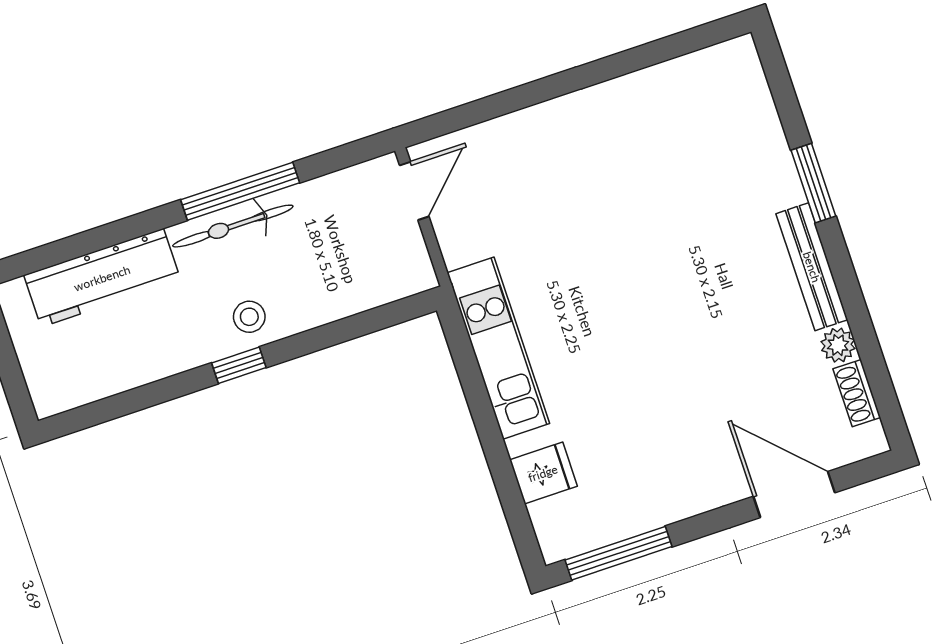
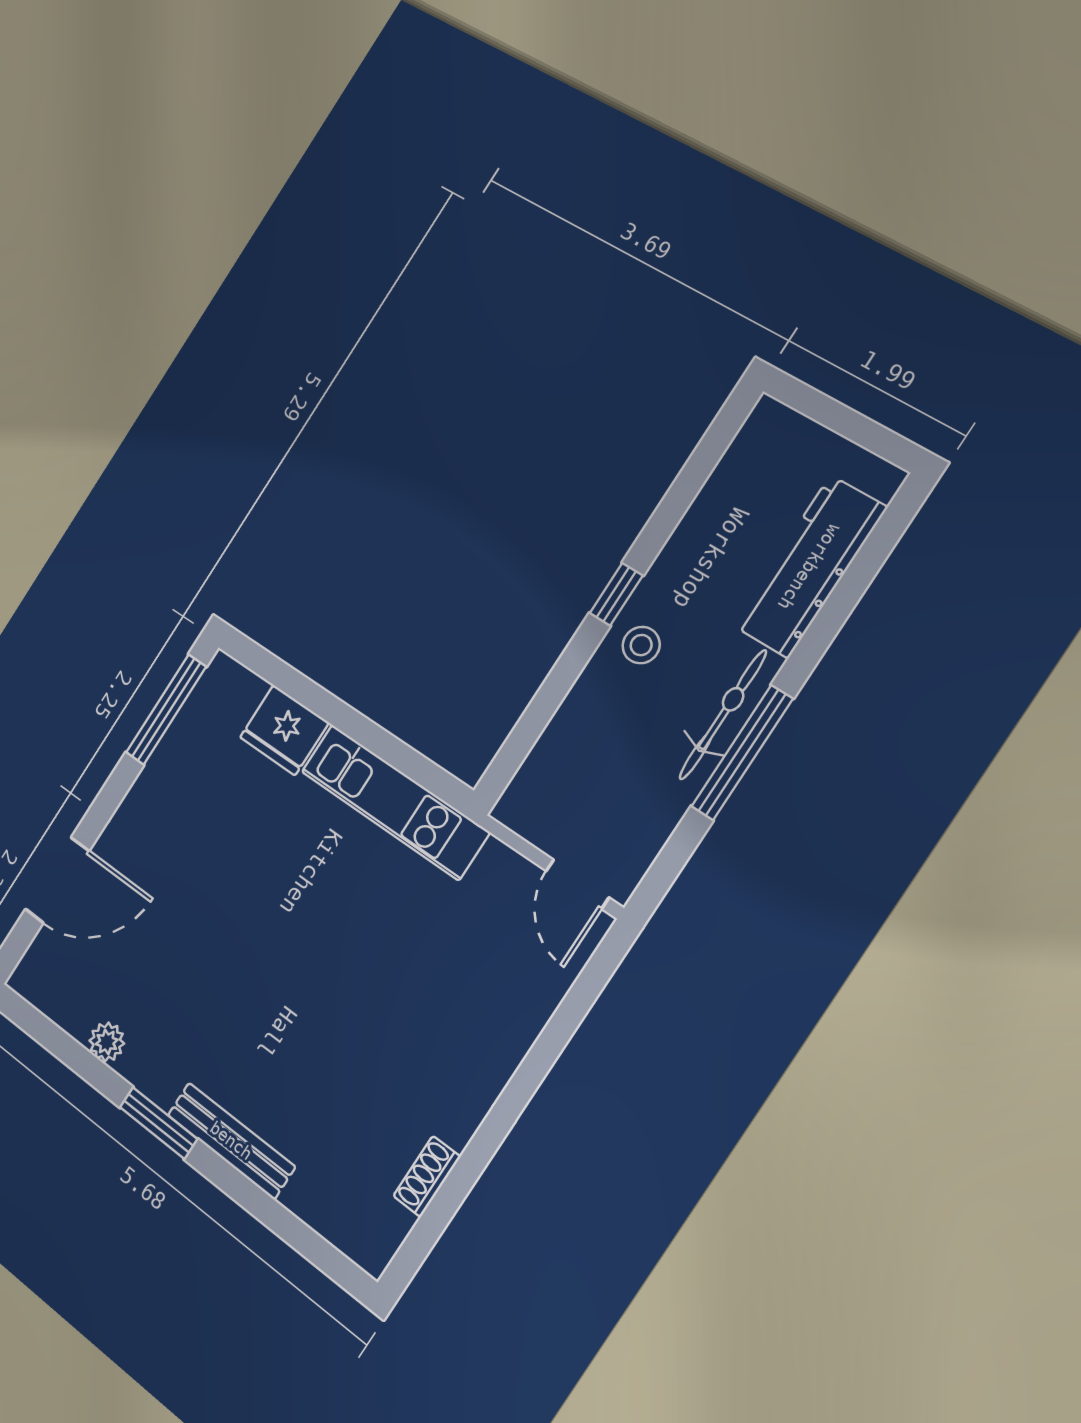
window: (813, 183) -> (158, 1123), moved
bench: (812, 267) -> (231, 1141), moved
shoe rack: (857, 393) -> (427, 1176), moved, turned -90
fridge: (543, 473) -> (284, 730), width x1.38

